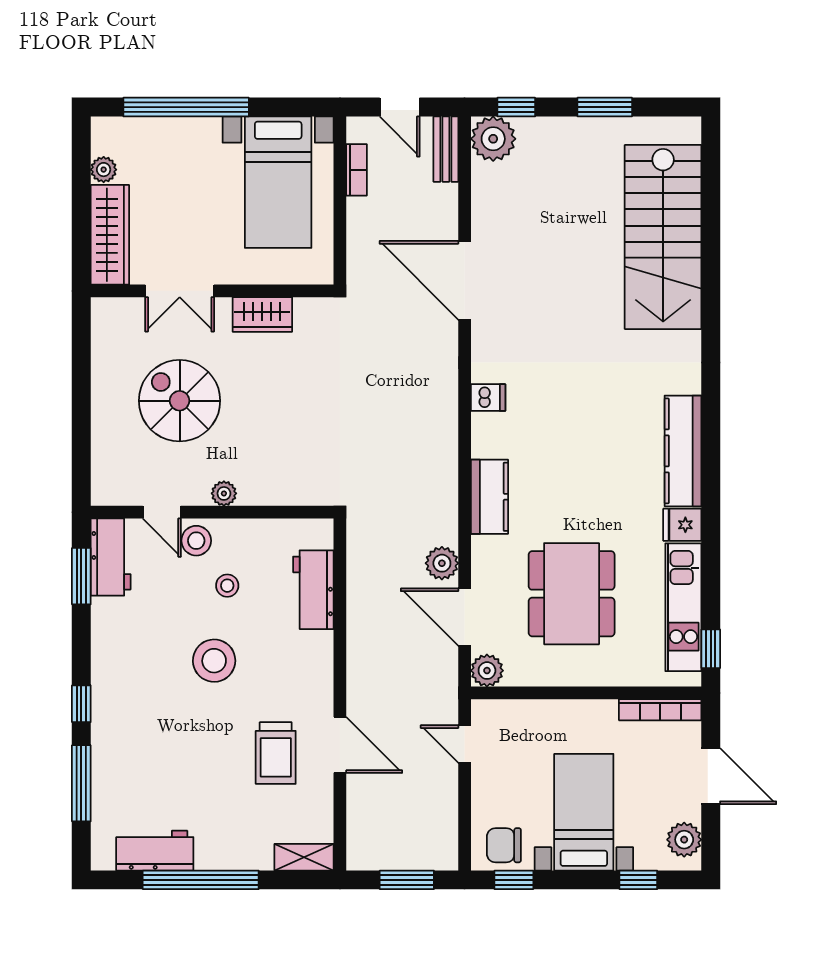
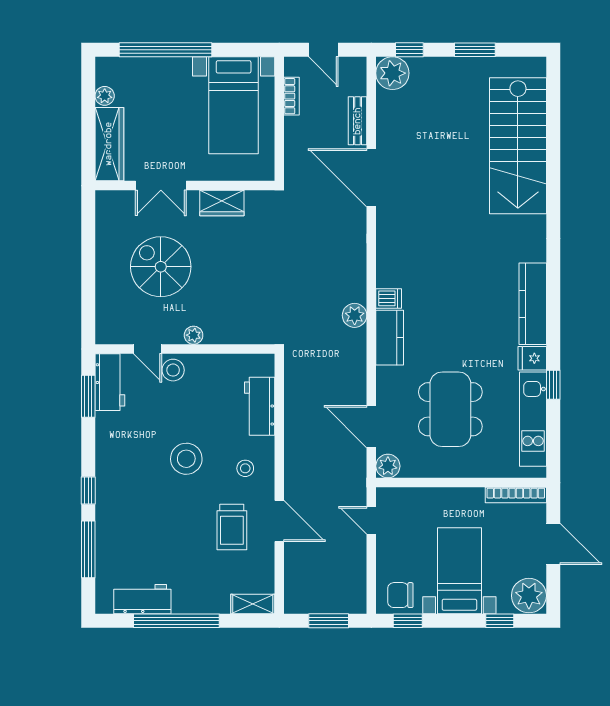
bench: (446, 149) -> (358, 121), moved
dishwasher: (488, 398) -> (389, 298), moved
plant: (442, 563) -> (355, 315), moved
stool: (227, 586) -> (245, 468), moved
window: (711, 649) -> (553, 385), moved
plant: (684, 840) -> (529, 596), width x1.36, depth x1.36

